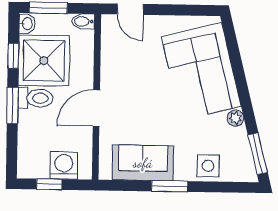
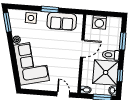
window: (12, 106) -> (123, 41), moved
window: (49, 184) -> (107, 14), removed

